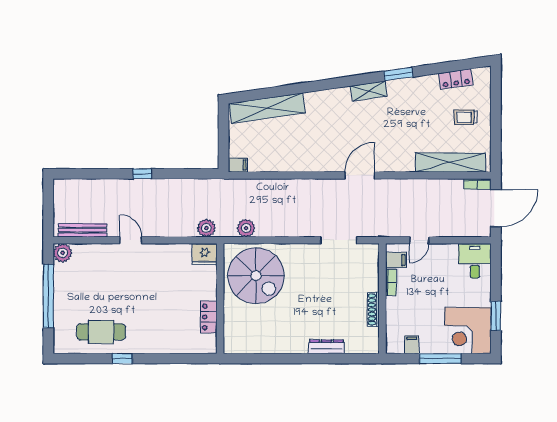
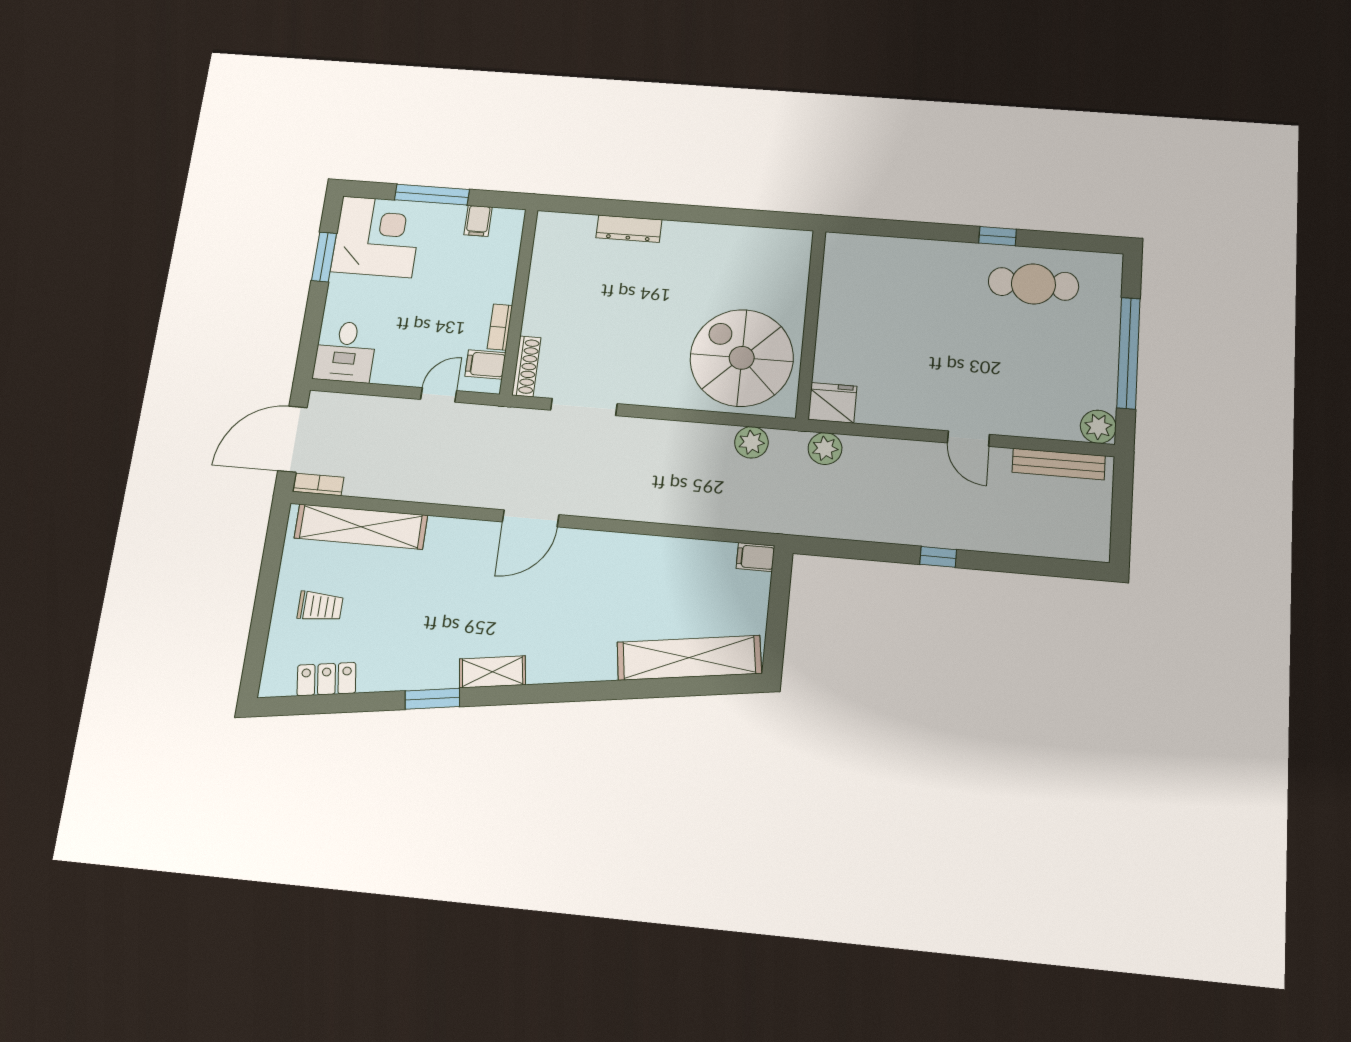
shoe rack: (373, 309) -> (526, 366), moved
locker: (209, 317) -> (834, 294), removed

